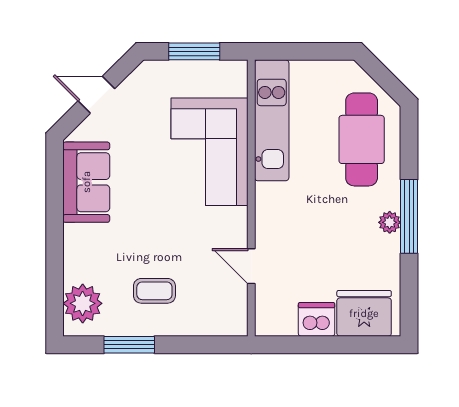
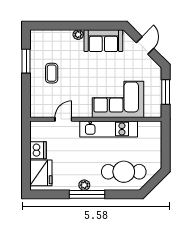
kitchen unit: (272, 120) -> (109, 129), moved
plant: (83, 303) -> (78, 35), moved, width x0.53, depth x0.53

